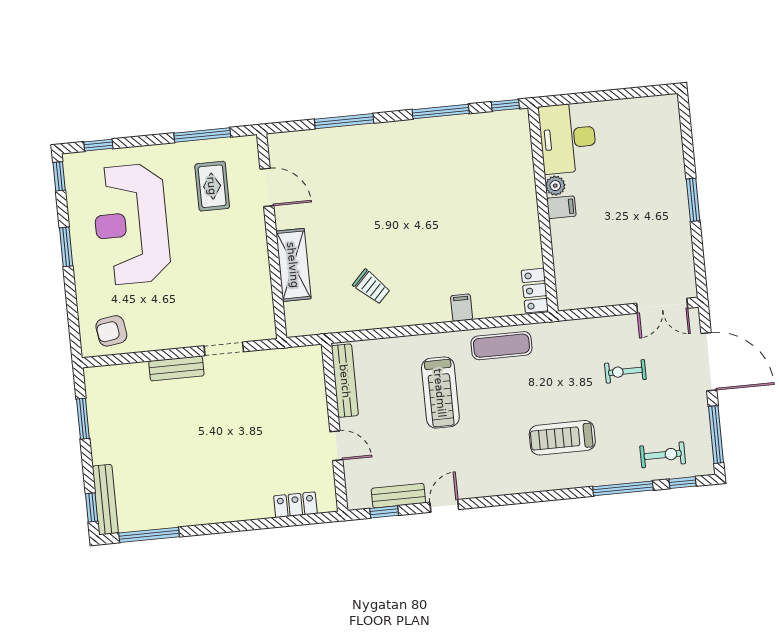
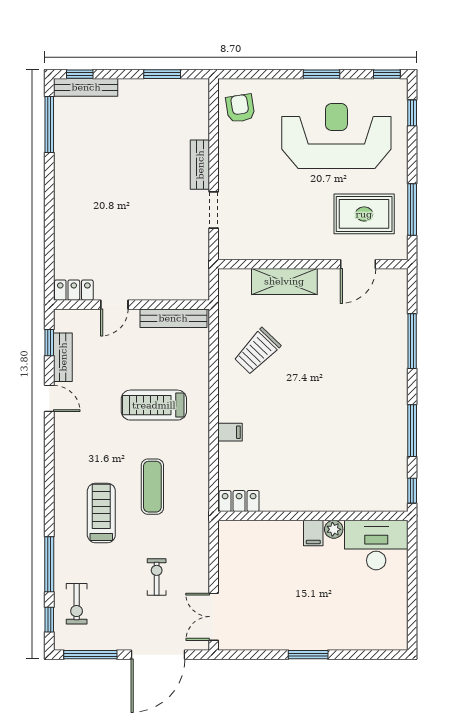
rug: (212, 186) -> (364, 214), width x1.36, depth x1.43
trolley: (372, 287) -> (257, 351), width x1.36, depth x1.39
exercise mat: (501, 346) -> (152, 487), moved
locker: (295, 505) -> (74, 290), moved, turned -90

